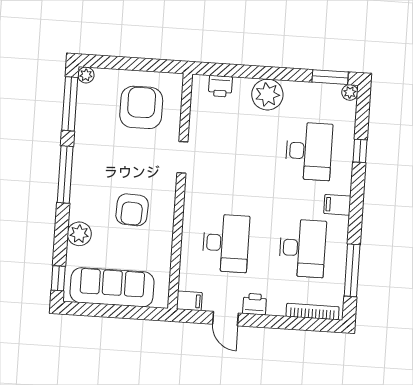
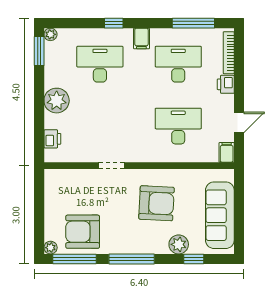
armchair: (141, 107) -> (83, 232), moved
window: (360, 151) -> (114, 23), moved
armchair: (132, 210) -> (156, 203), width x1.36, depth x1.36
window: (58, 278) -> (194, 259), moved
printer: (255, 304) -> (226, 84), moved

